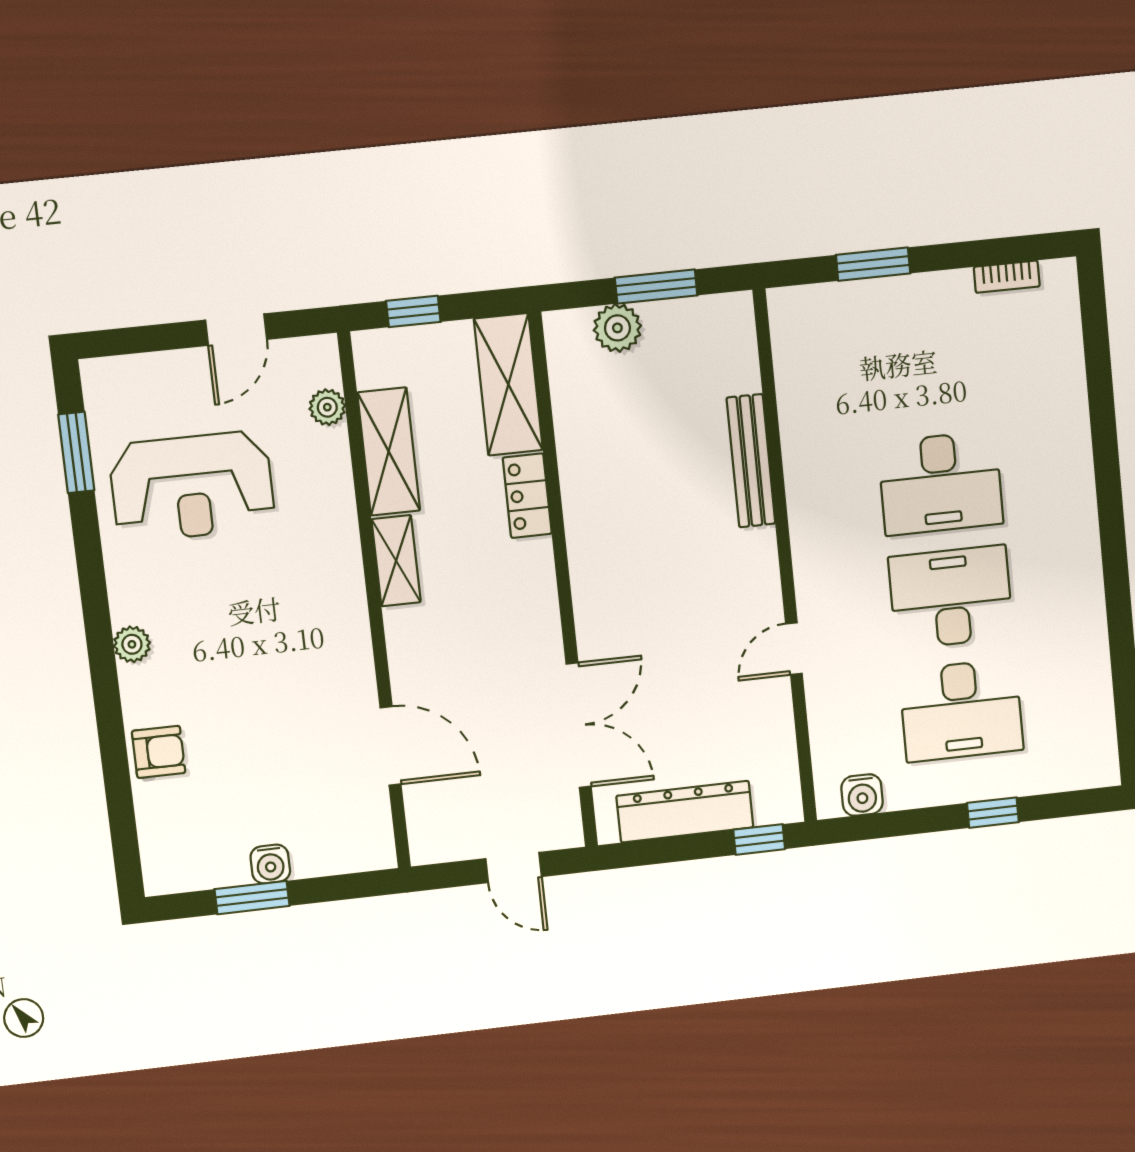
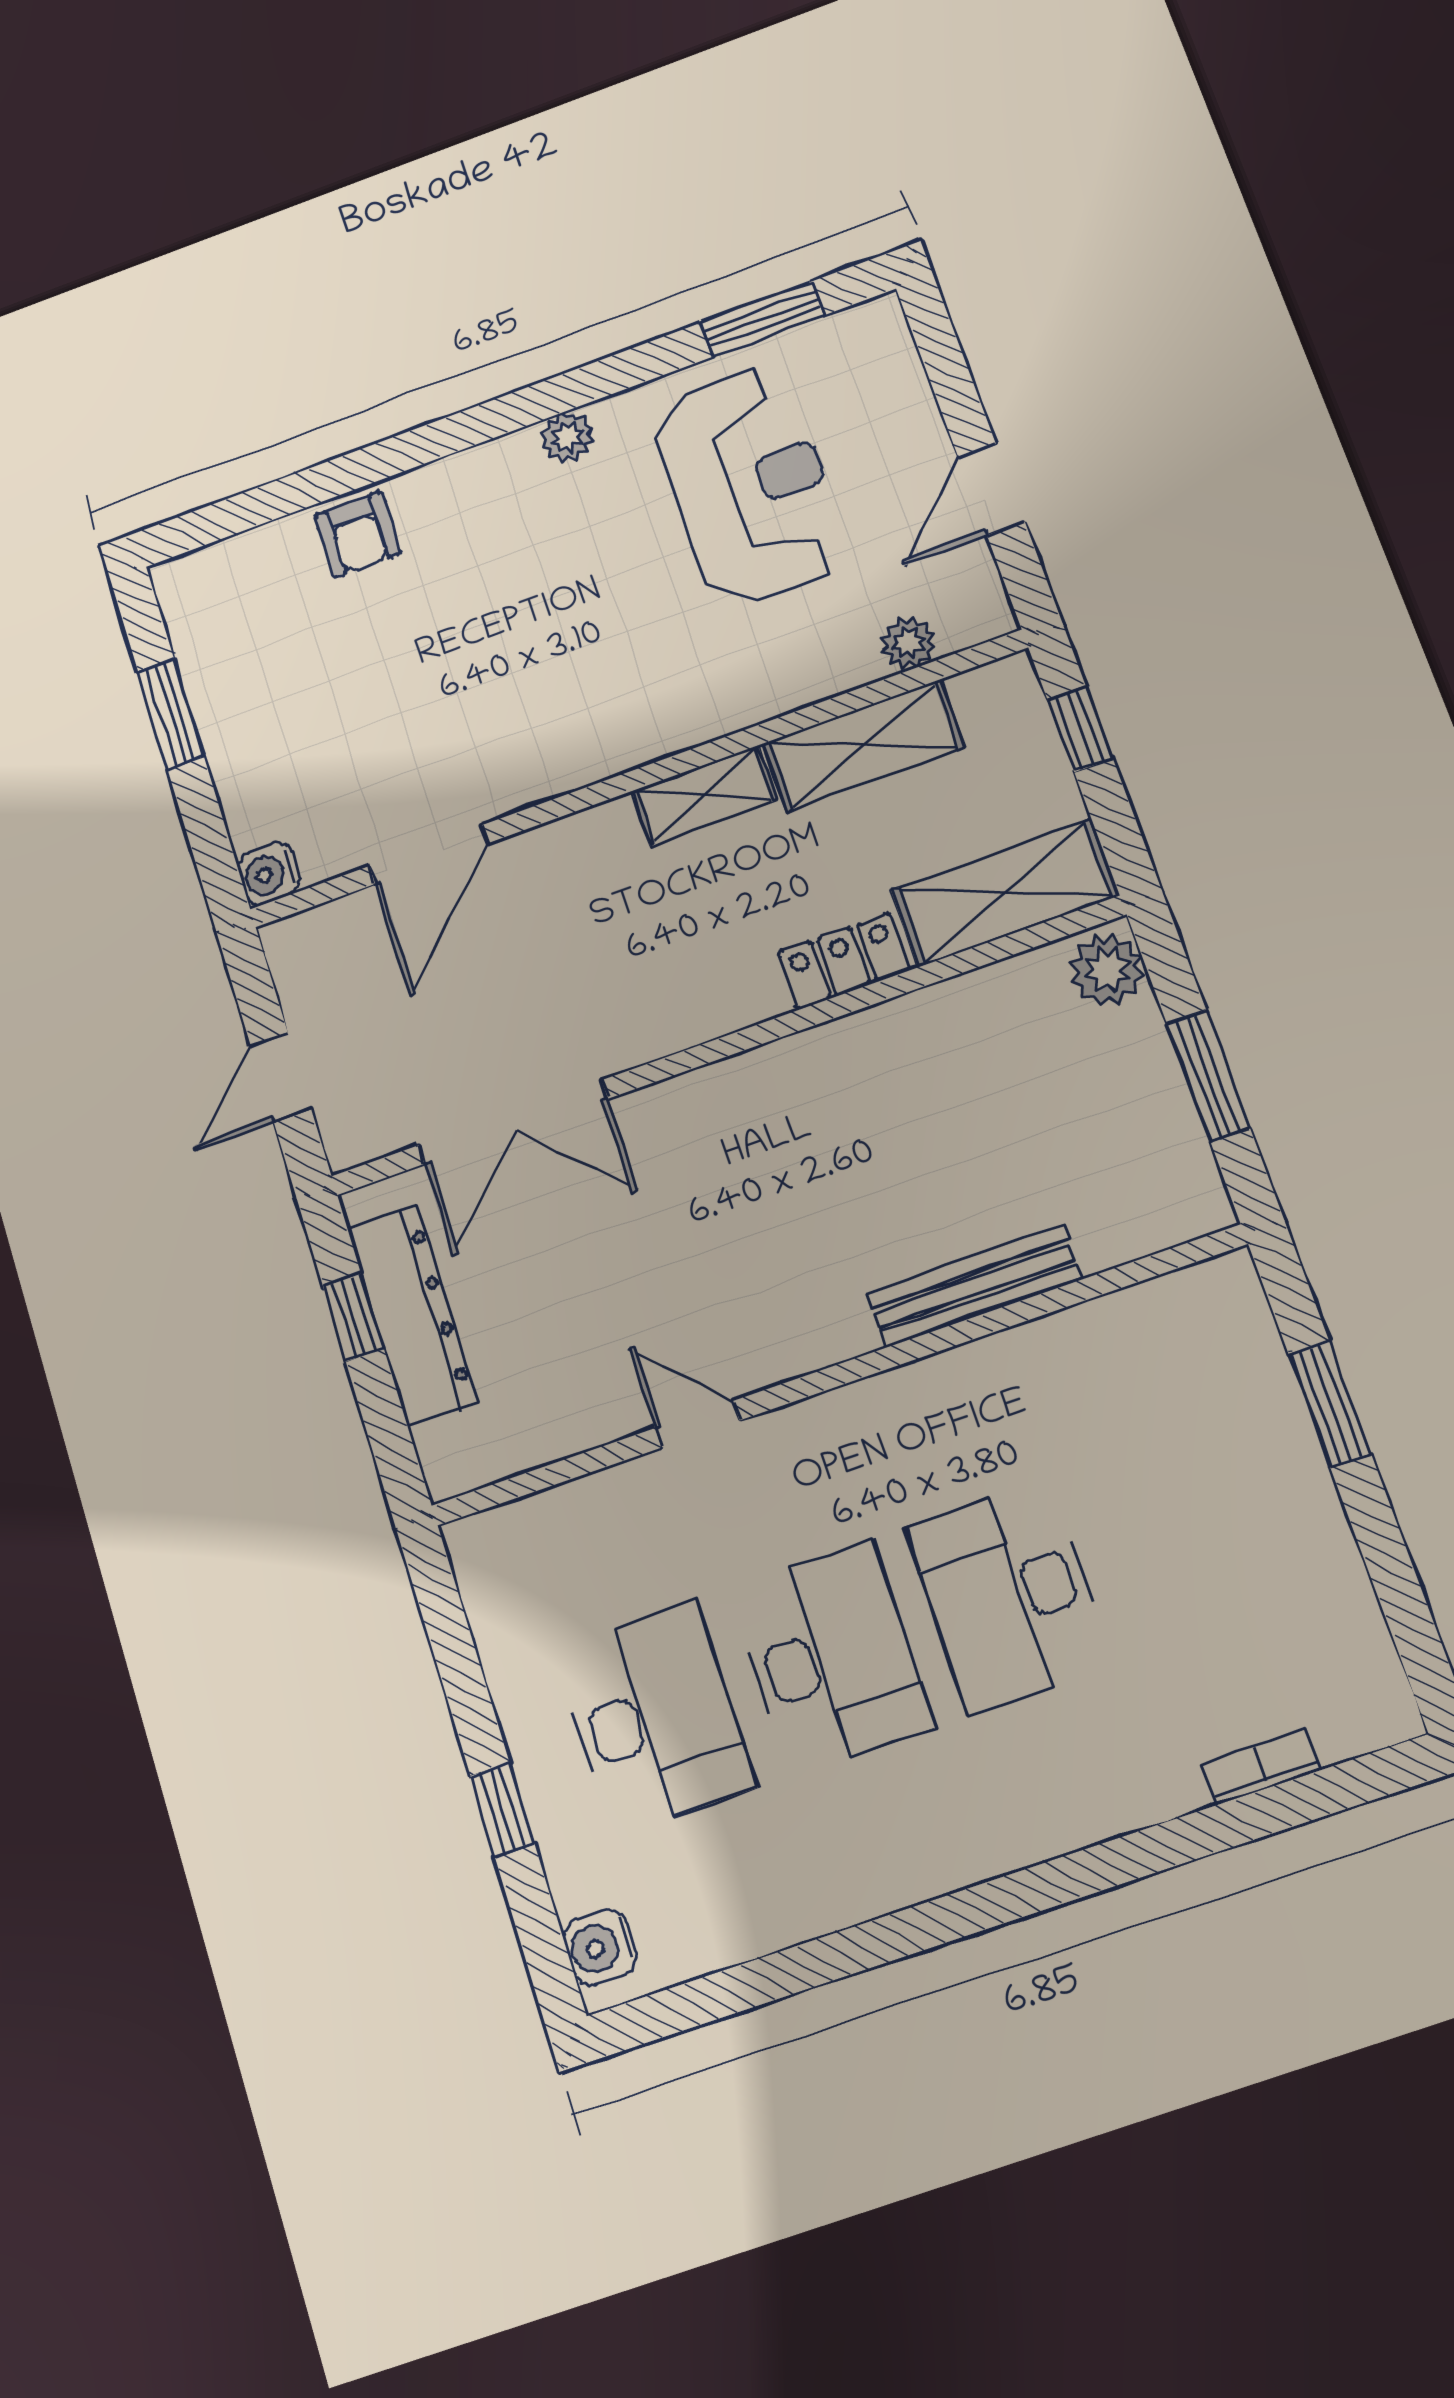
bookcase: (1007, 277) -> (1261, 1767), moved, turned 90
plant: (617, 328) -> (1107, 970), moved
door: (236, 330) -> (991, 489), hinge flipped
reception desk: (192, 486) -> (749, 485), turned 180
plant: (132, 644) -> (567, 437), moved
desk: (961, 710) -> (655, 1718), turned 180
water cooler: (862, 795) -> (600, 1947), moved
window: (759, 839) -> (353, 1318), moved
water cooler: (270, 864) -> (269, 874), moved

